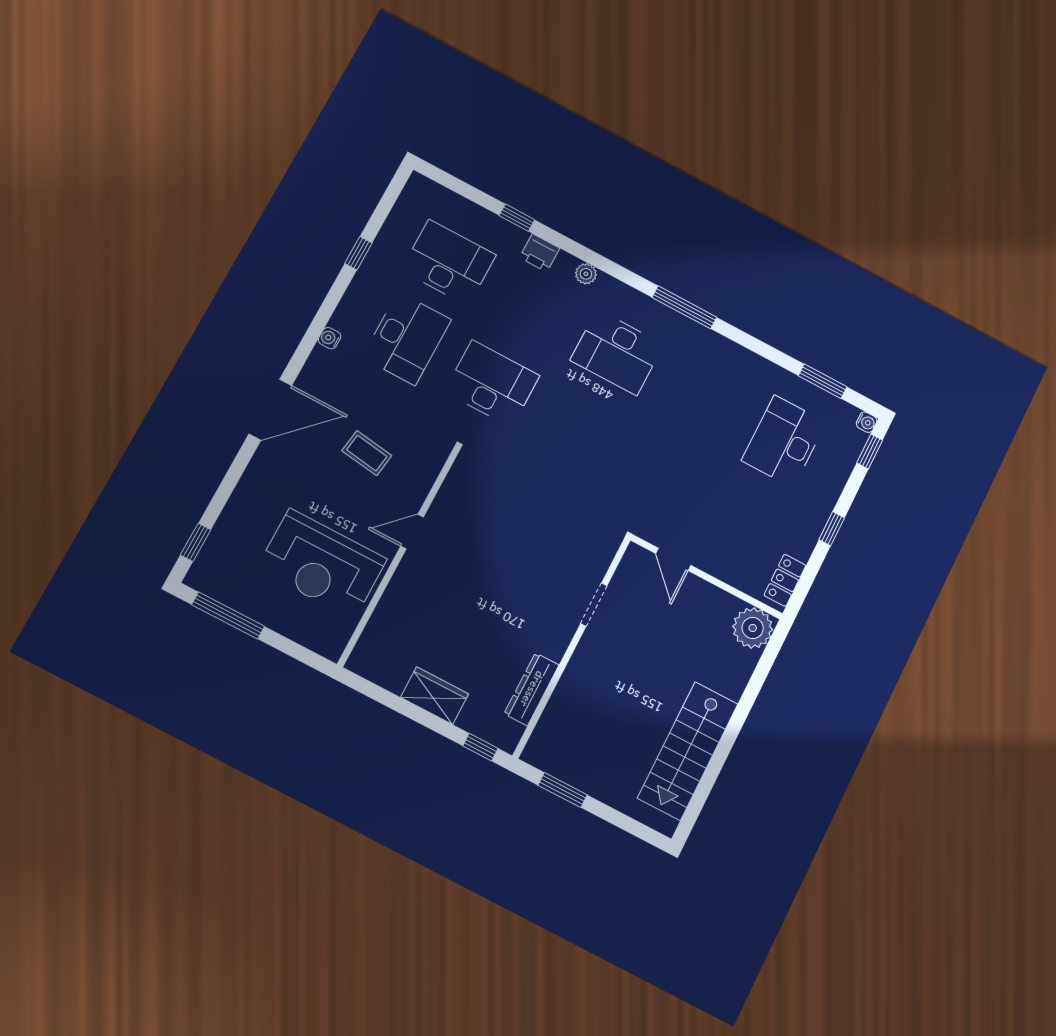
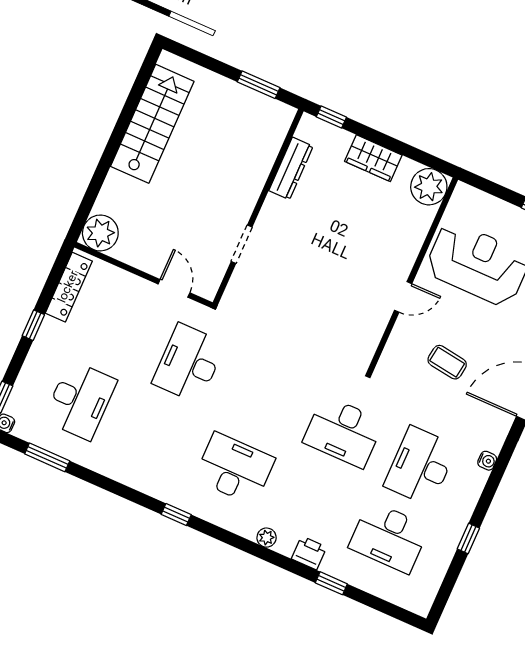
window: (684, 307) -> (176, 515), width x0.46
desk: (661, 474) -> (189, 363), added
locker: (785, 580) -> (69, 287), width x1.53
plant: (372, 658) -> (429, 187), added

